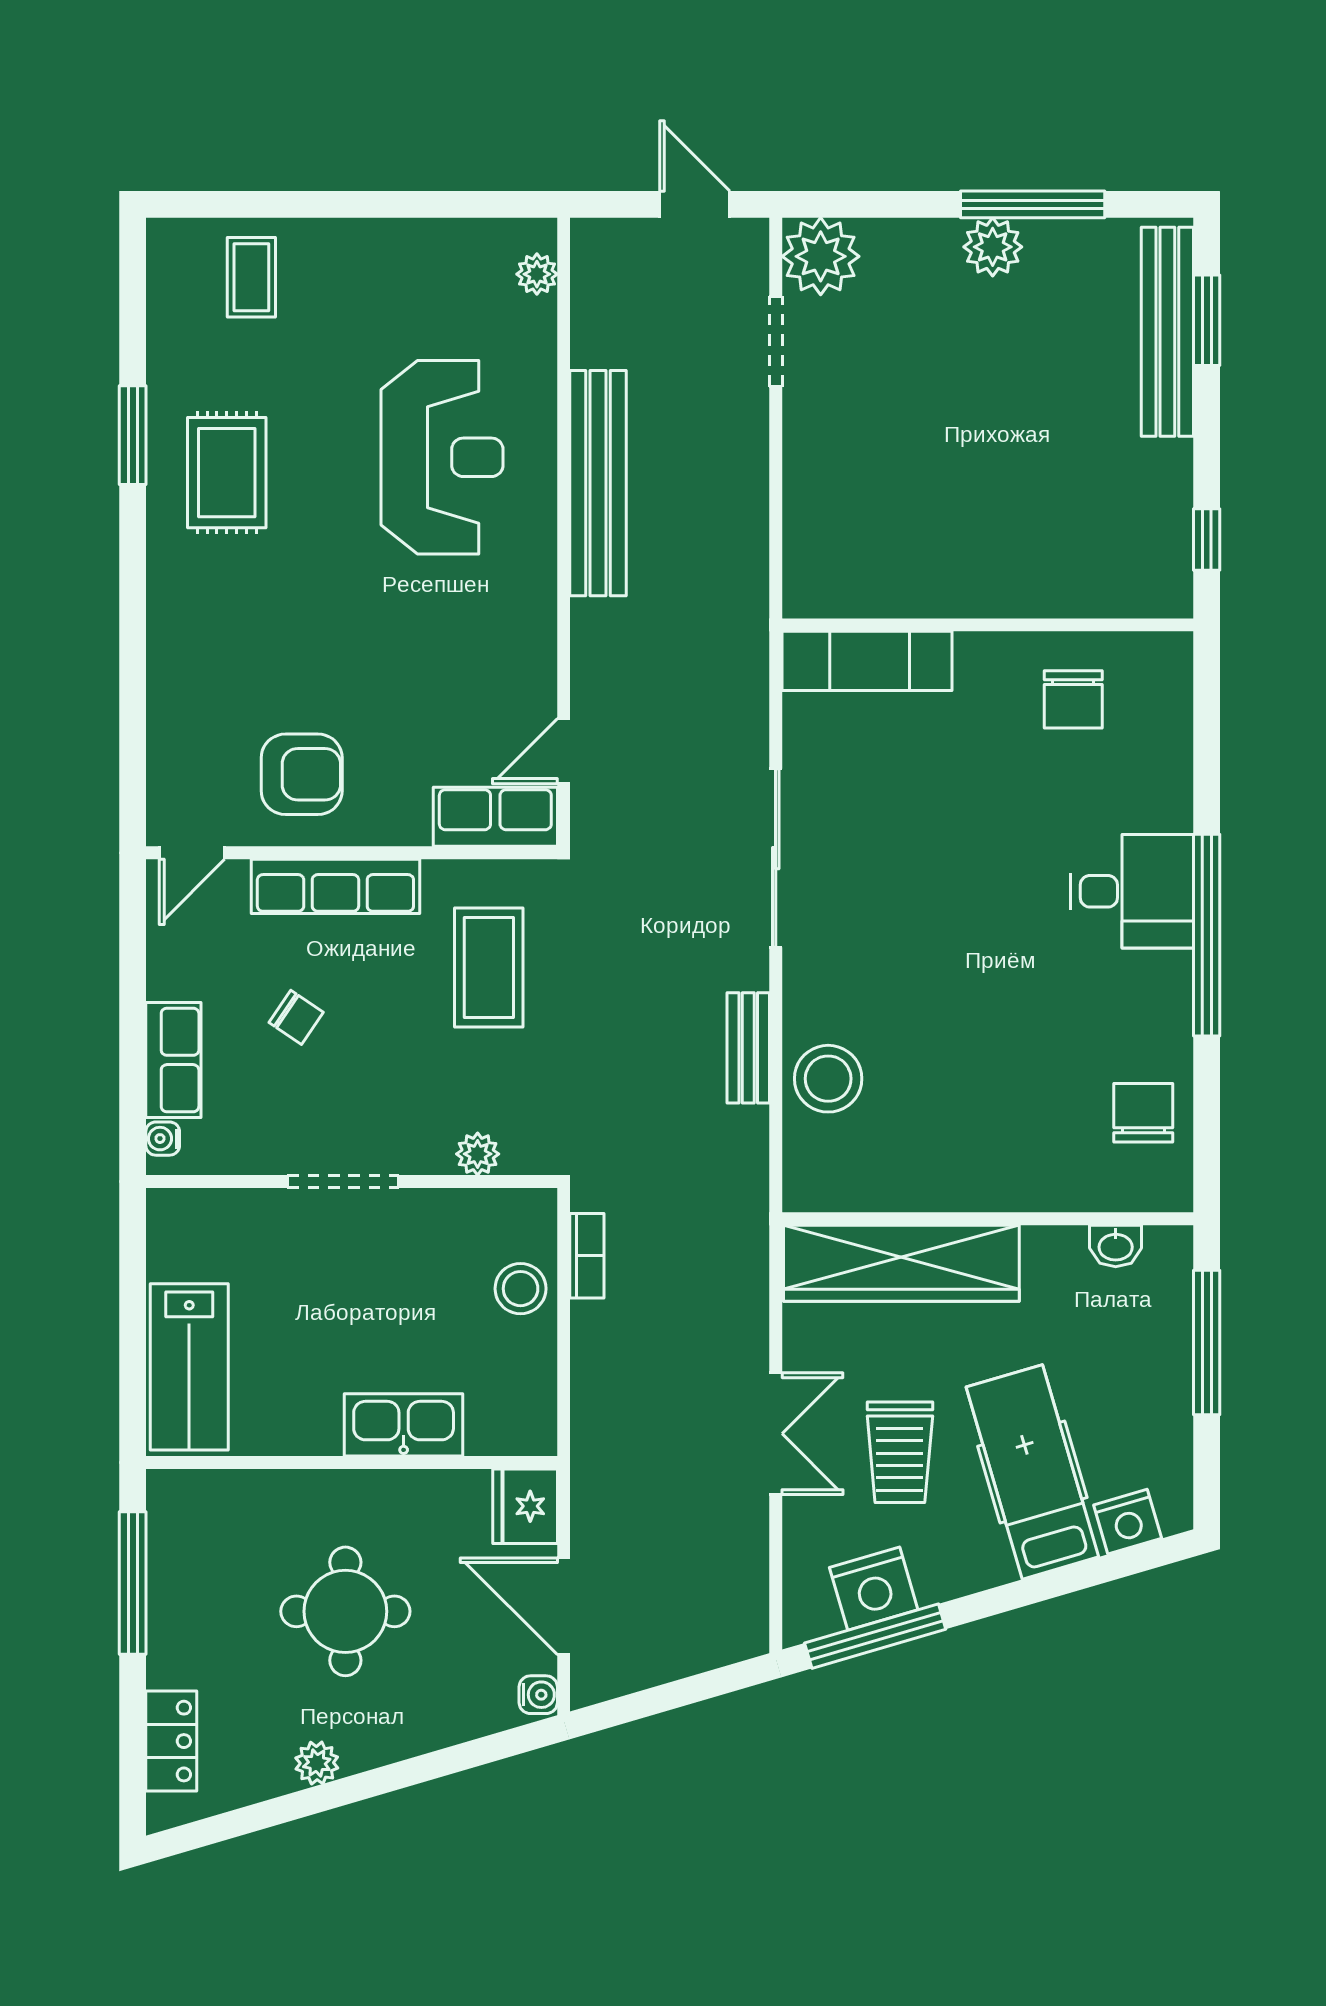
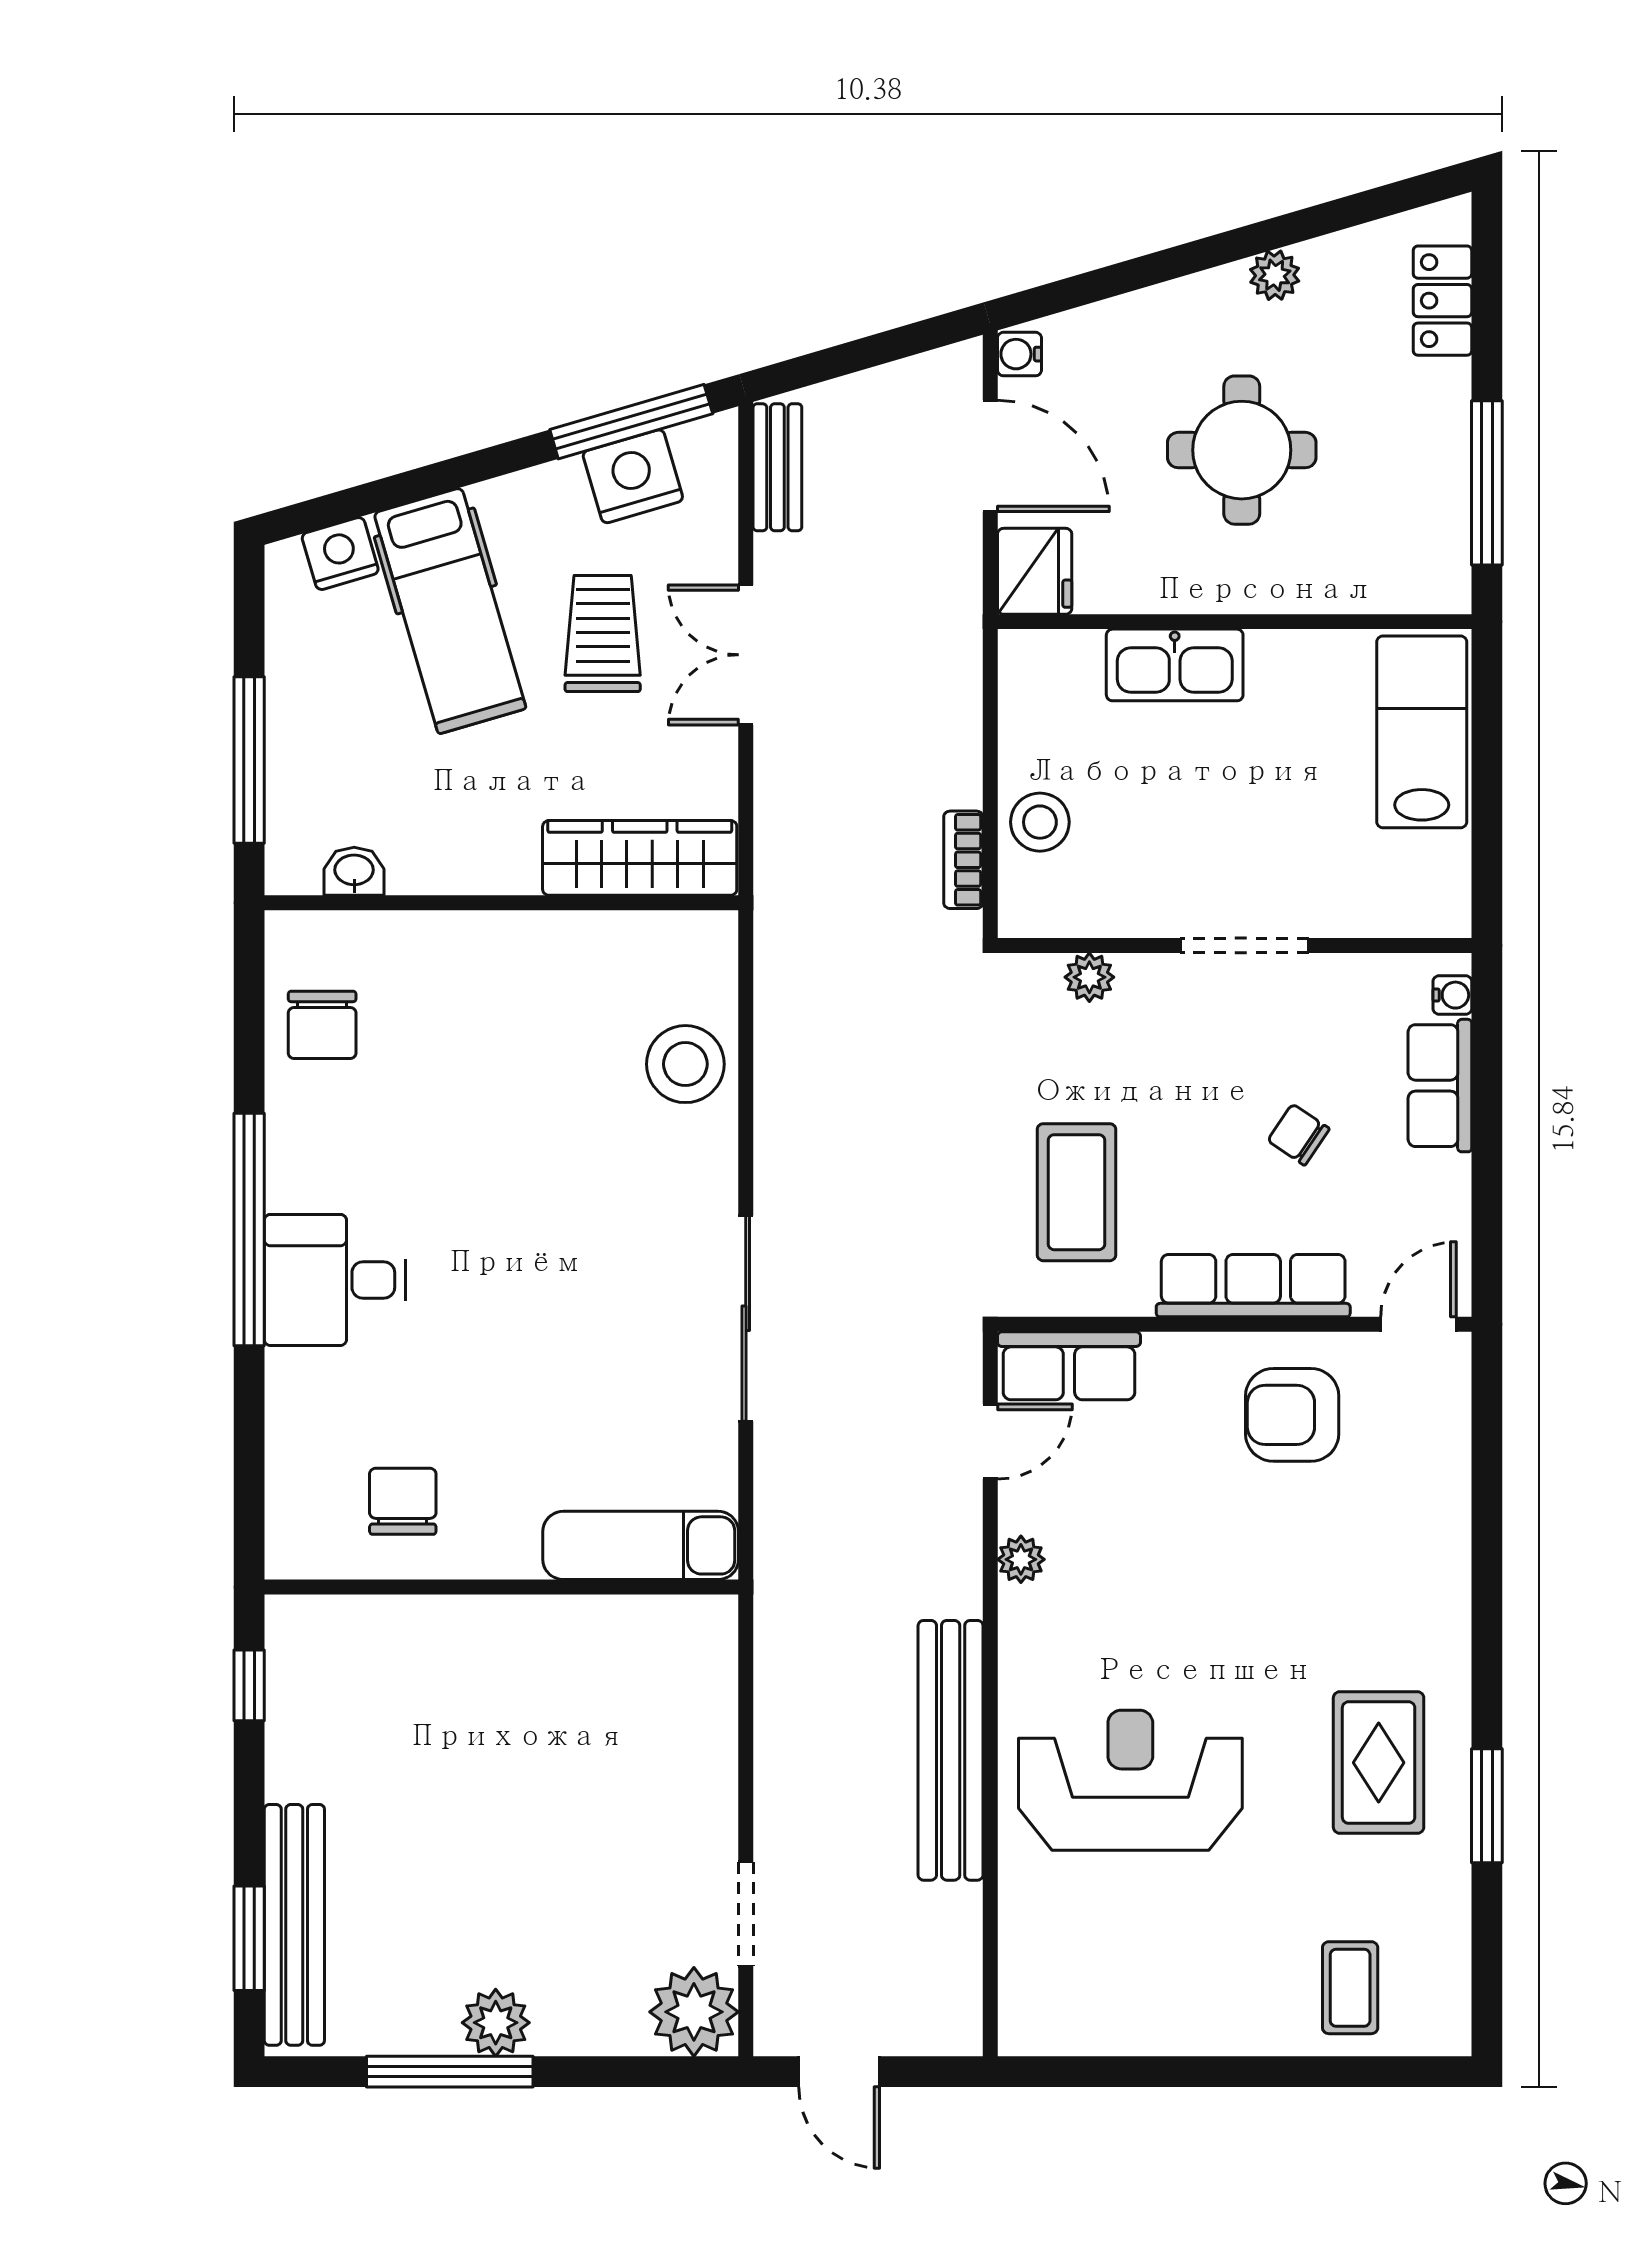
plant: (537, 274) -> (1021, 1559), moved
reception desk: (442, 457) -> (1130, 1780), turned 90
bench: (748, 1048) -> (777, 467), moved
wardrobe: (901, 1263) -> (640, 858), width x0.71, depth x0.85

